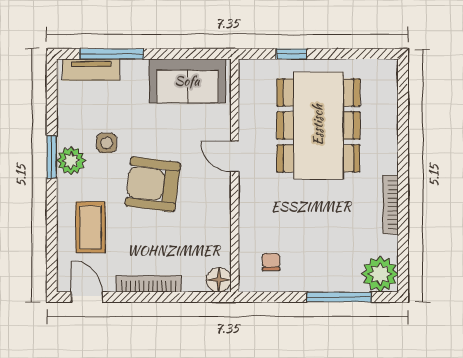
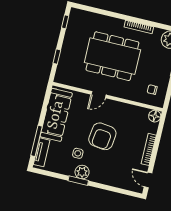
window: (365, 54) -> (65, 22), added
sofa: (187, 81) -> (56, 115), width x1.36
dining table: (318, 125) -> (112, 56), moved
coffee table: (91, 227) -> (116, 170), removed
door: (87, 297) -> (148, 180), hinge flipped

